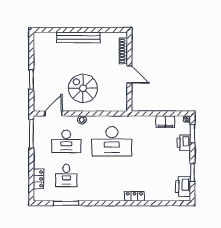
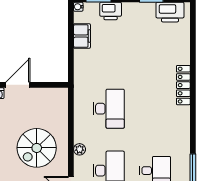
desk: (112, 141) -> (109, 109), width x0.73, depth x0.77
locker: (134, 196) -> (183, 85), width x1.53

